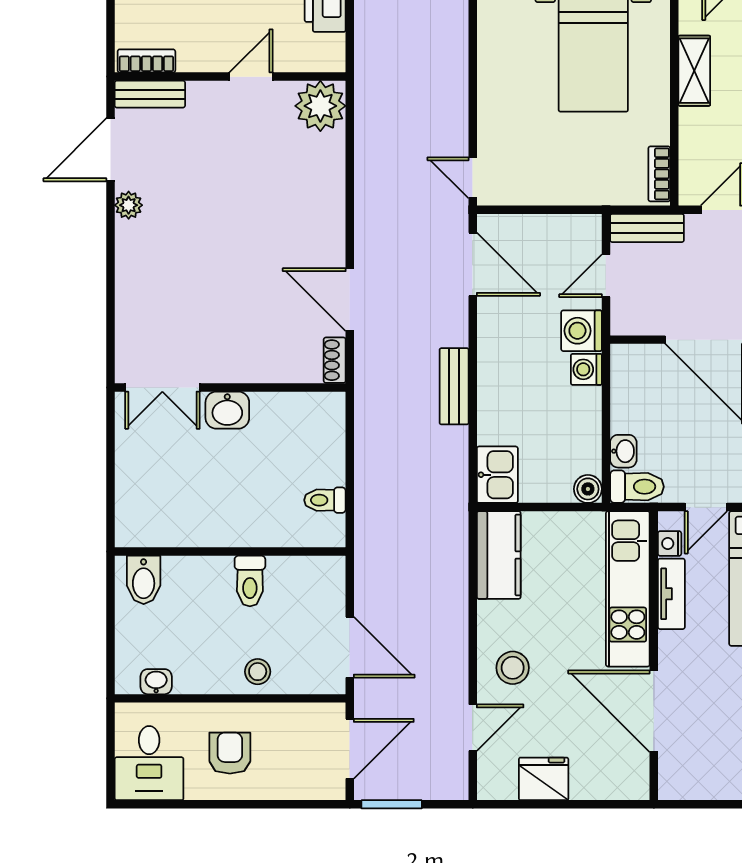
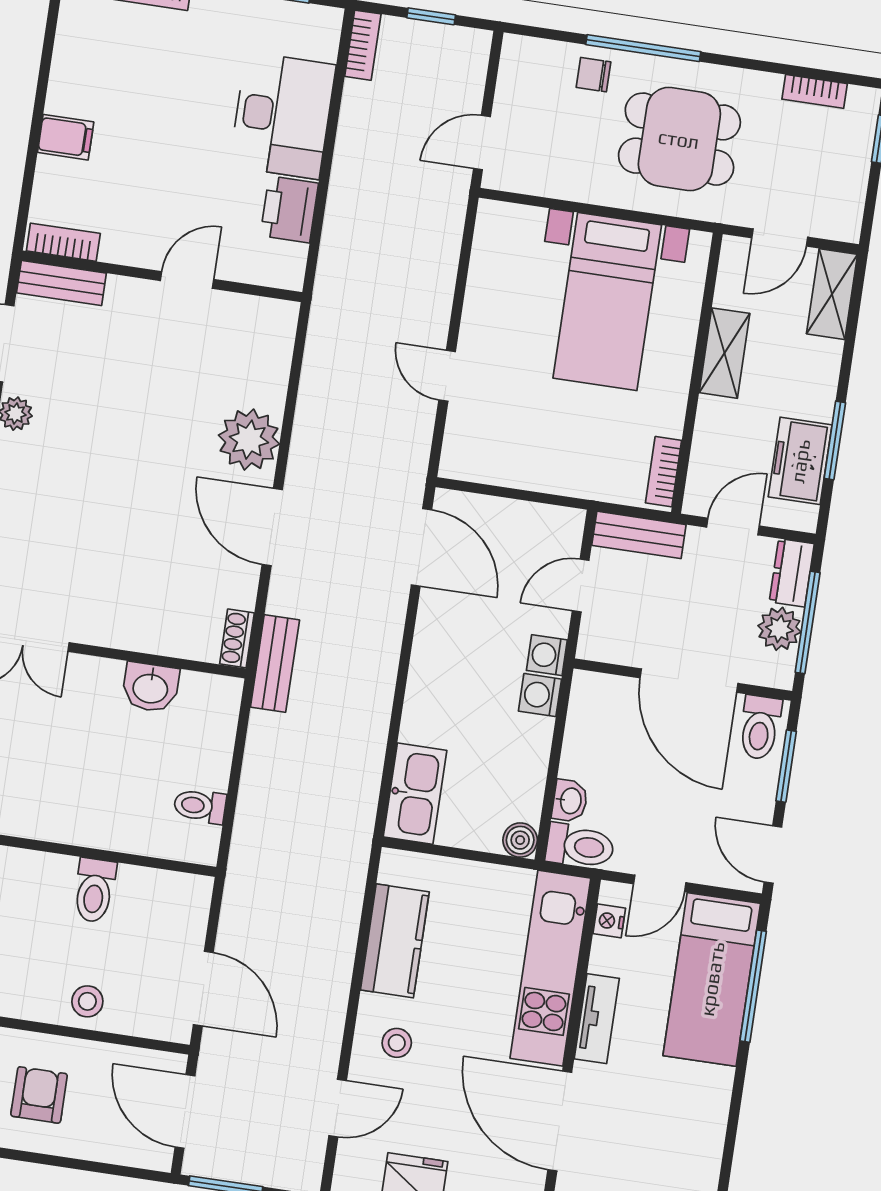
plant: (320, 106) -> (249, 440), moved
door: (473, 178) -> (447, 376), moved
door: (350, 300) -> (272, 527), moved
washing machine: (582, 331) -> (547, 655), width x0.73, depth x0.73
bench: (454, 386) -> (275, 664), moved
washbasin: (227, 410) -> (150, 687), moved
kitchen sink: (497, 475) -> (415, 794), width x1.38
kitchen counter: (499, 555) -> (395, 941), moved
tv unit: (671, 594) -> (597, 1019), moved
stool: (513, 668) -> (397, 1043), width x0.73, depth x0.73
door: (350, 749) -> (185, 1111), swing flipped

